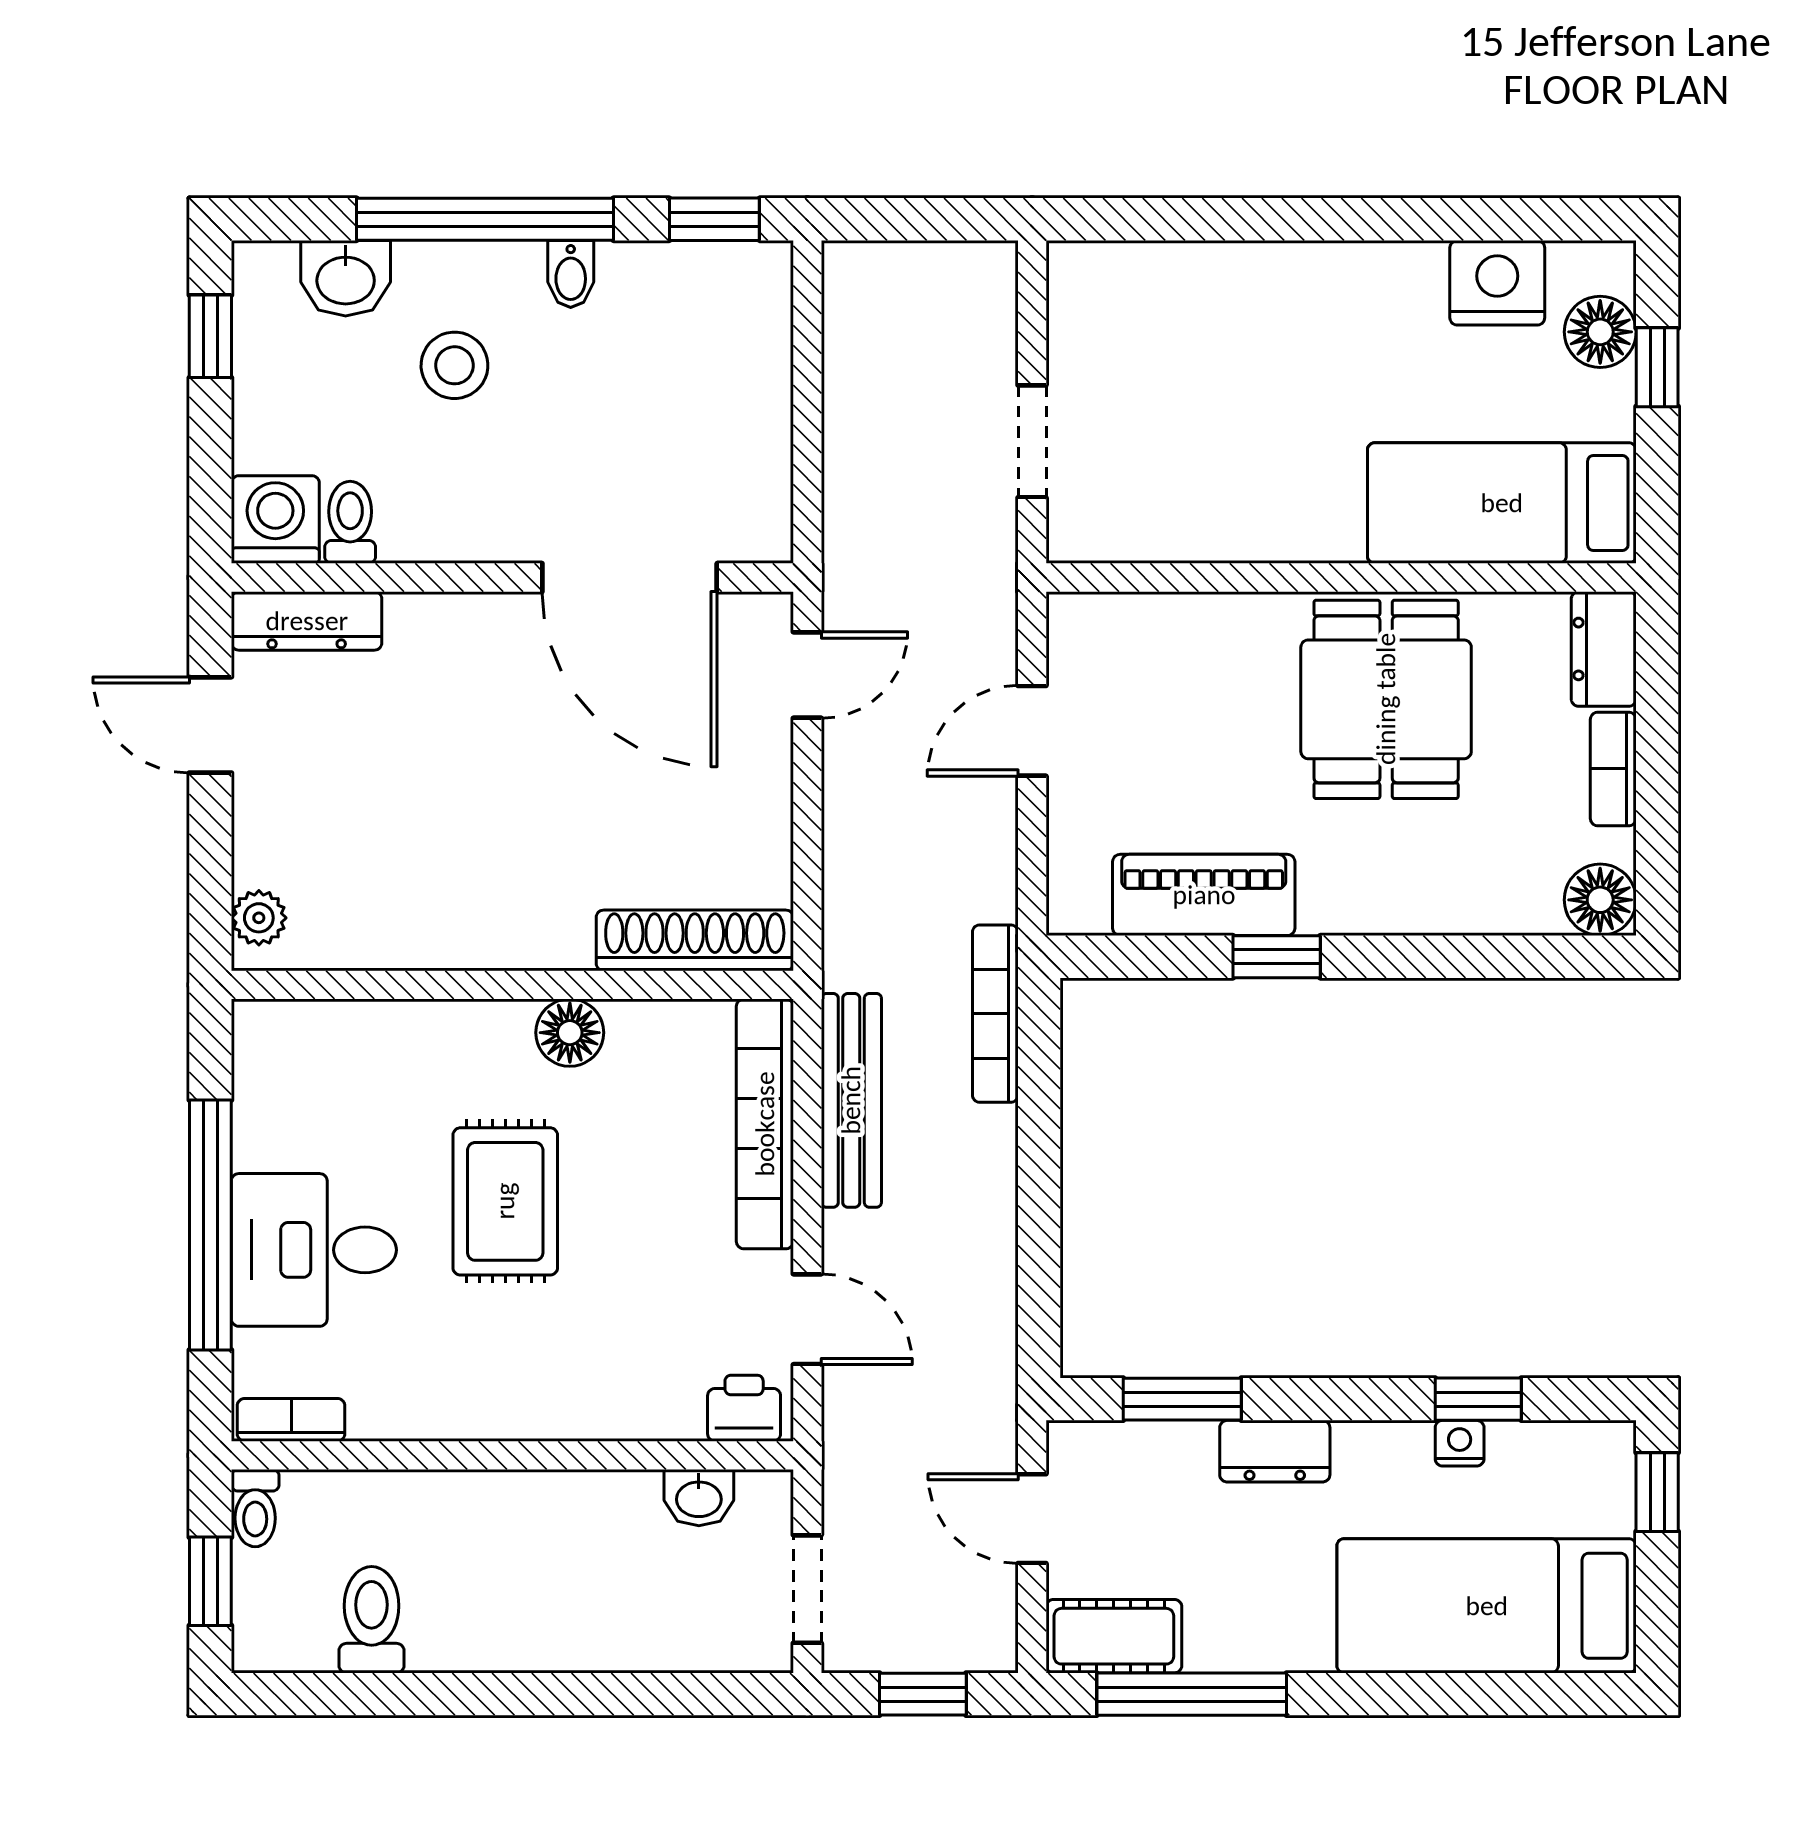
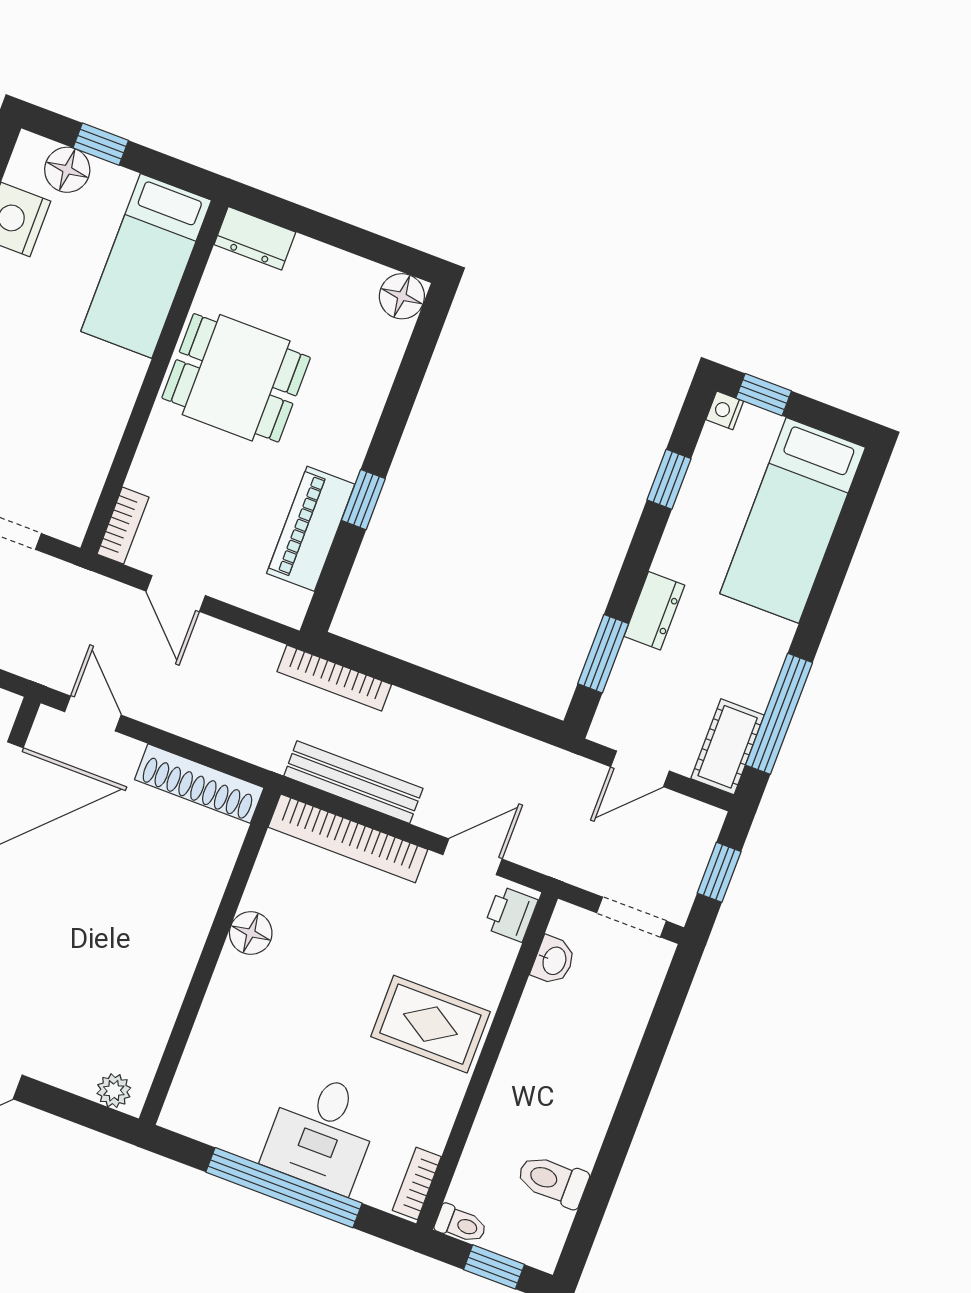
bookcase: (1613, 769) -> (123, 526), moved, turned -90
shoe rack: (695, 940) -> (199, 784), moved, turned -90
rug: (505, 1201) -> (430, 1024), moved
nightstand: (1460, 1443) -> (725, 410), moved

